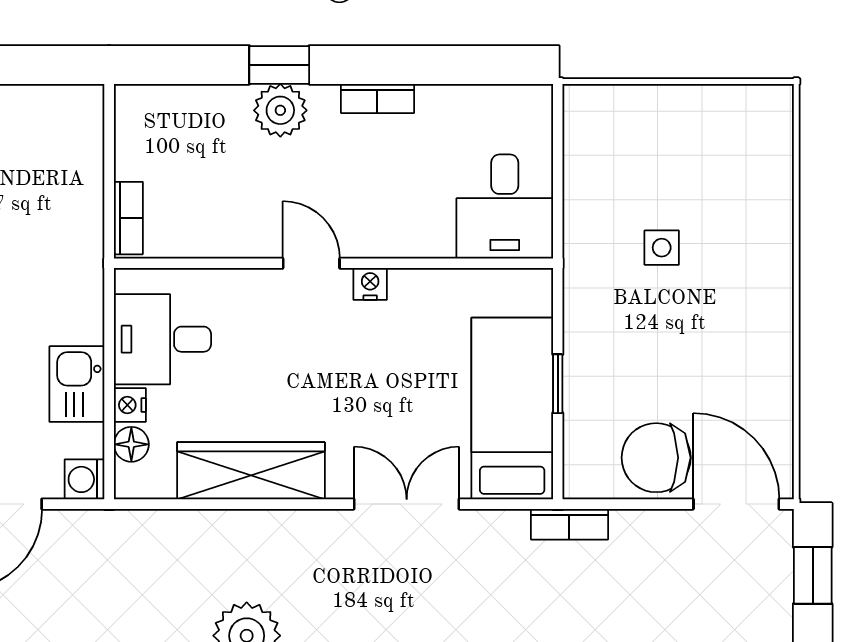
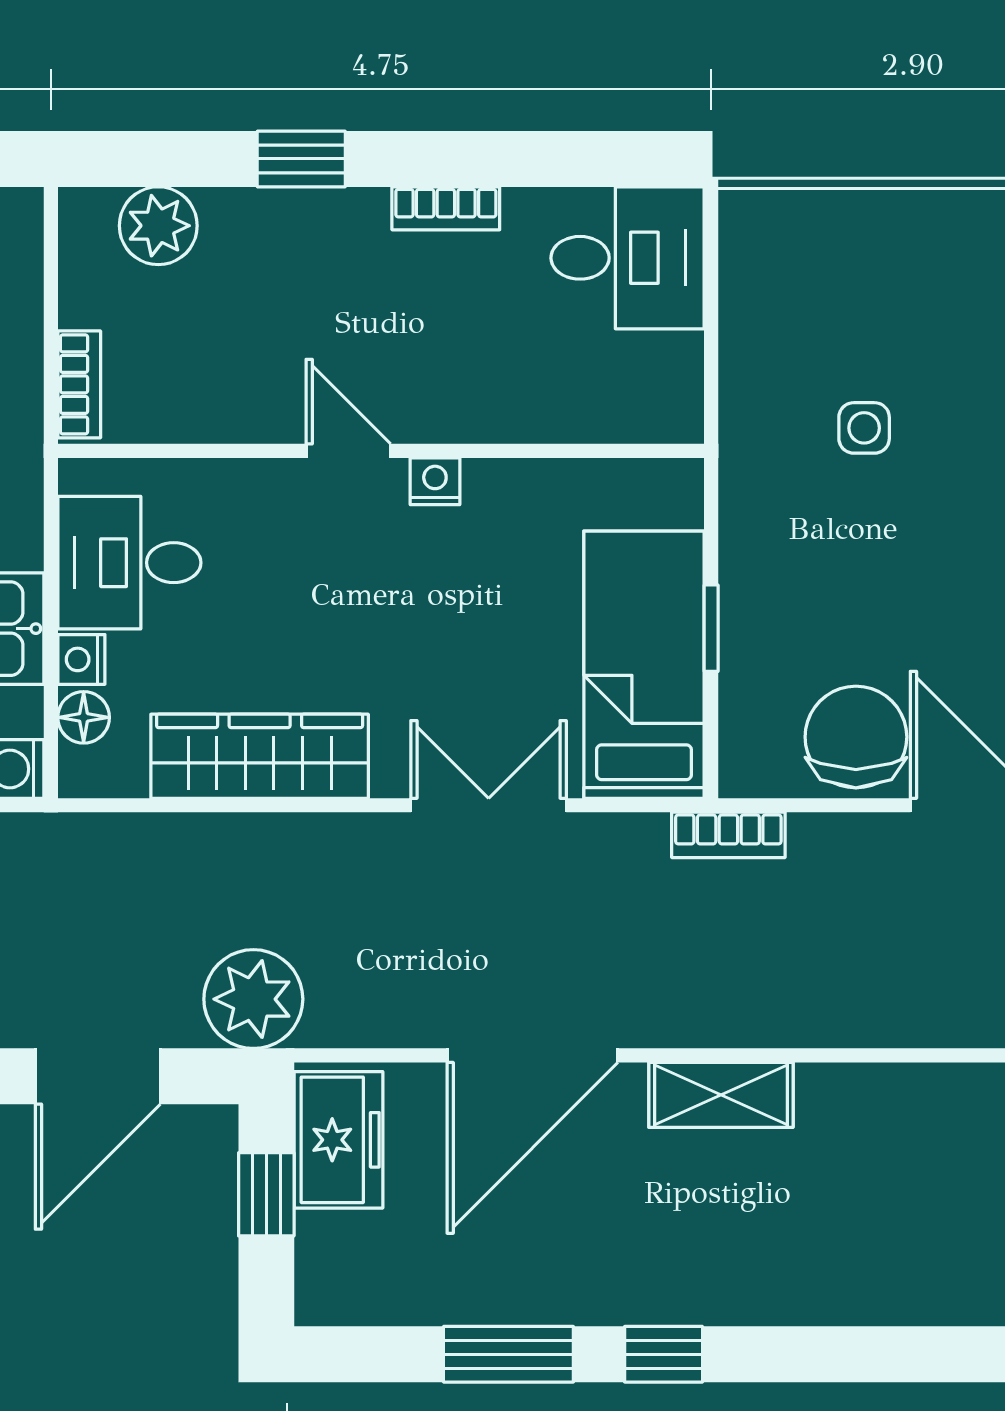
plant: (280, 110) -> (158, 226), moved
desk: (505, 206) -> (628, 258), moved, turned -90
chair: (656, 458) -> (856, 737), turned 90

